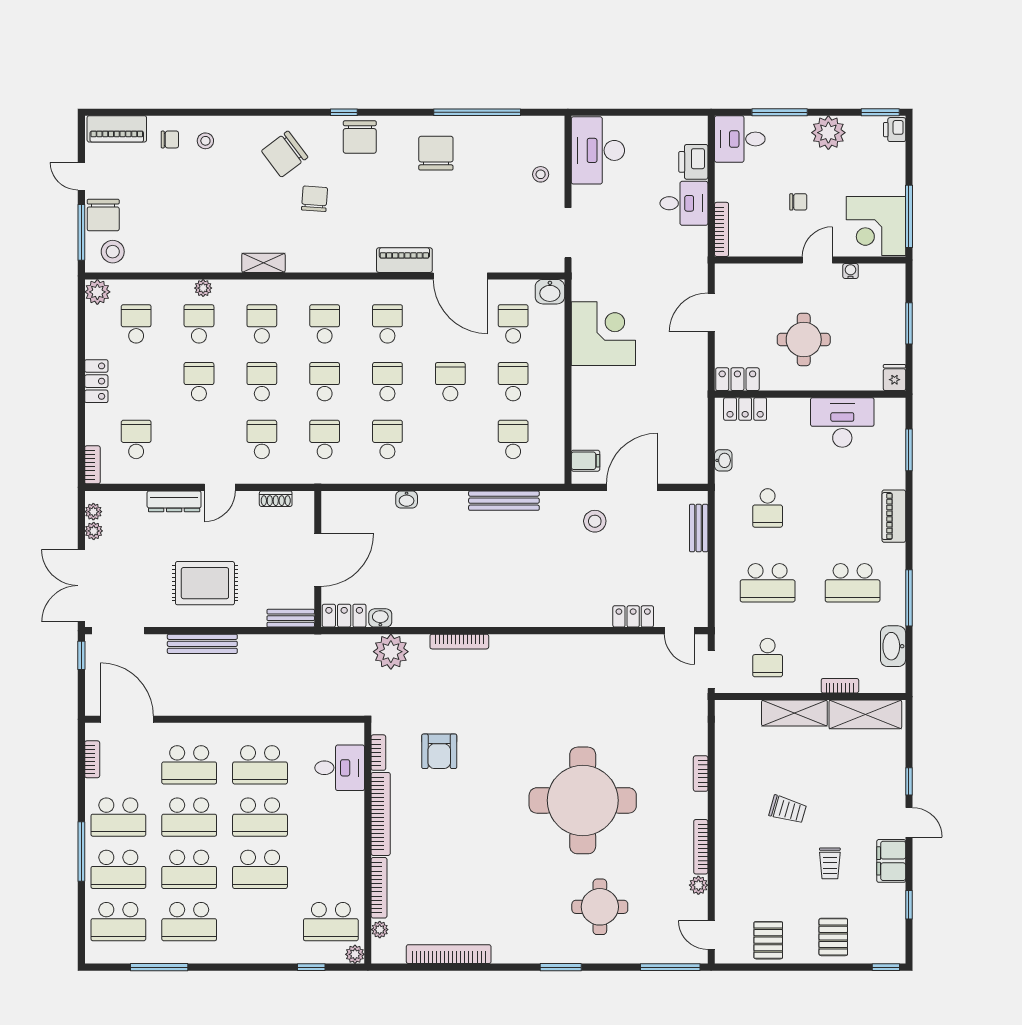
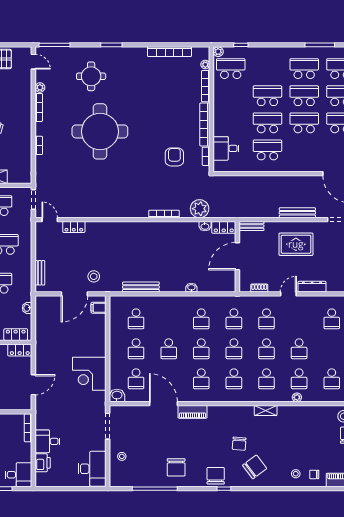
school desk: (189, 765) -> (304, 150), removed

